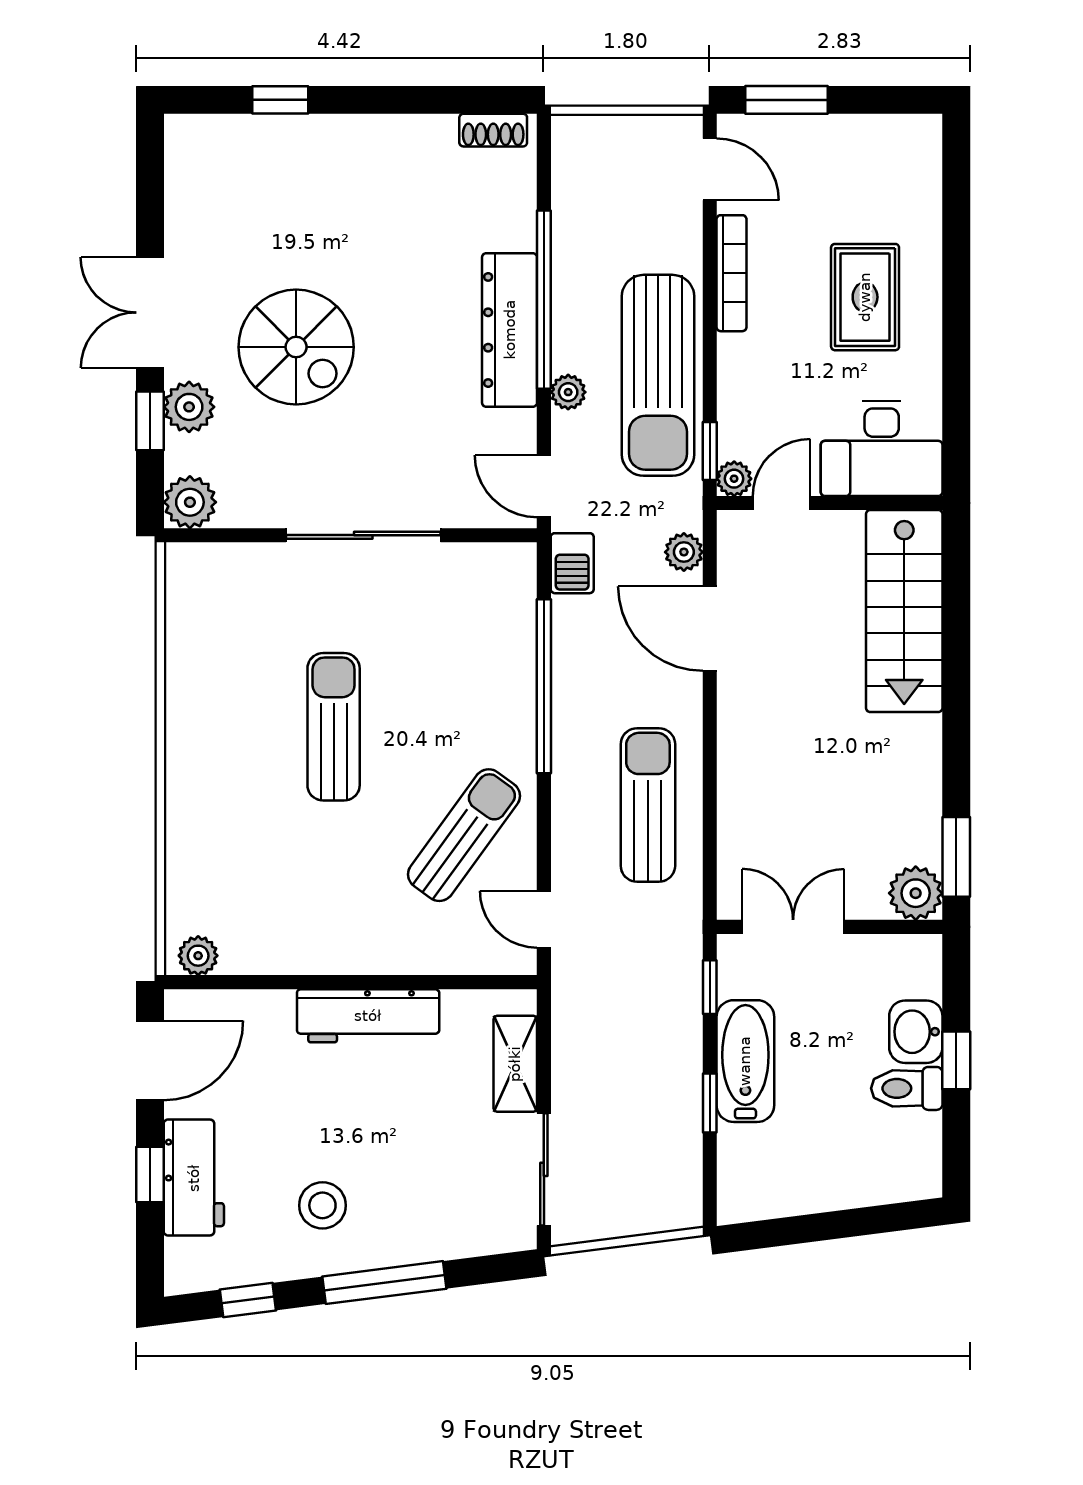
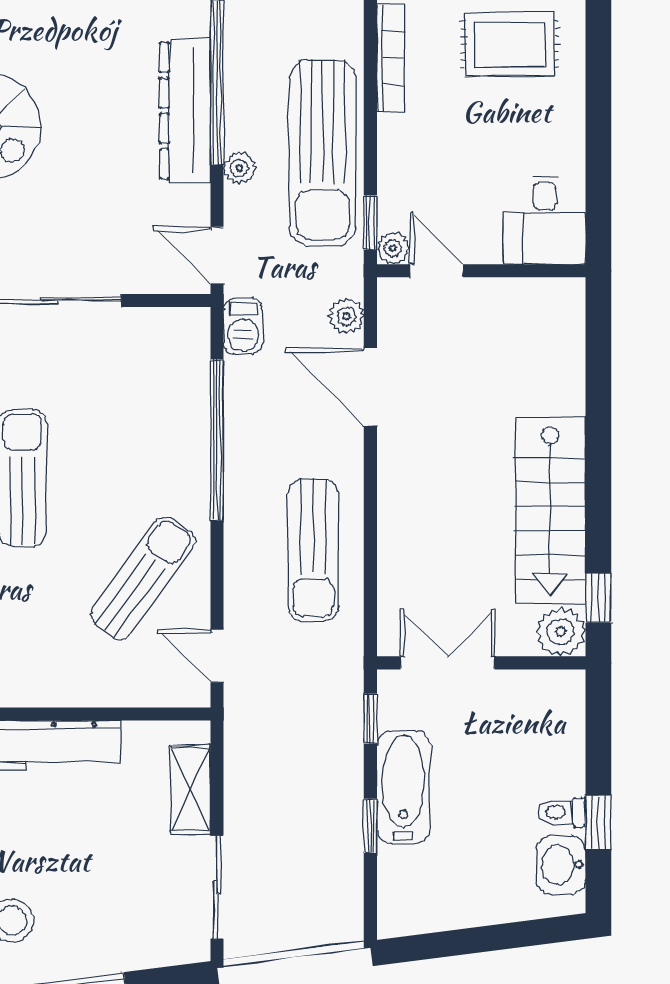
rug: (865, 297) -> (510, 44), moved, turned 90
desk: (882, 448) -> (545, 220), width x0.73
door: (781, 503) -> (437, 271), hinge flipped
stairs: (904, 611) -> (550, 510), moved
sun lounger: (648, 805) -> (313, 550), turned 180
window: (956, 857) -> (598, 598), width x0.67
washbasin: (916, 1032) -> (561, 865), moved
window: (956, 1060) -> (598, 822), moved
toilet: (907, 1088) -> (562, 812), width x0.73, depth x0.72

